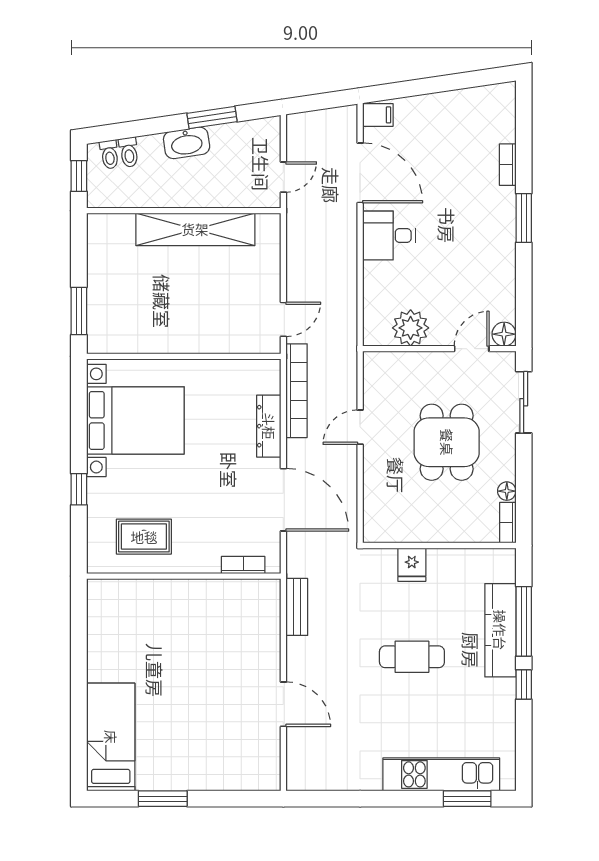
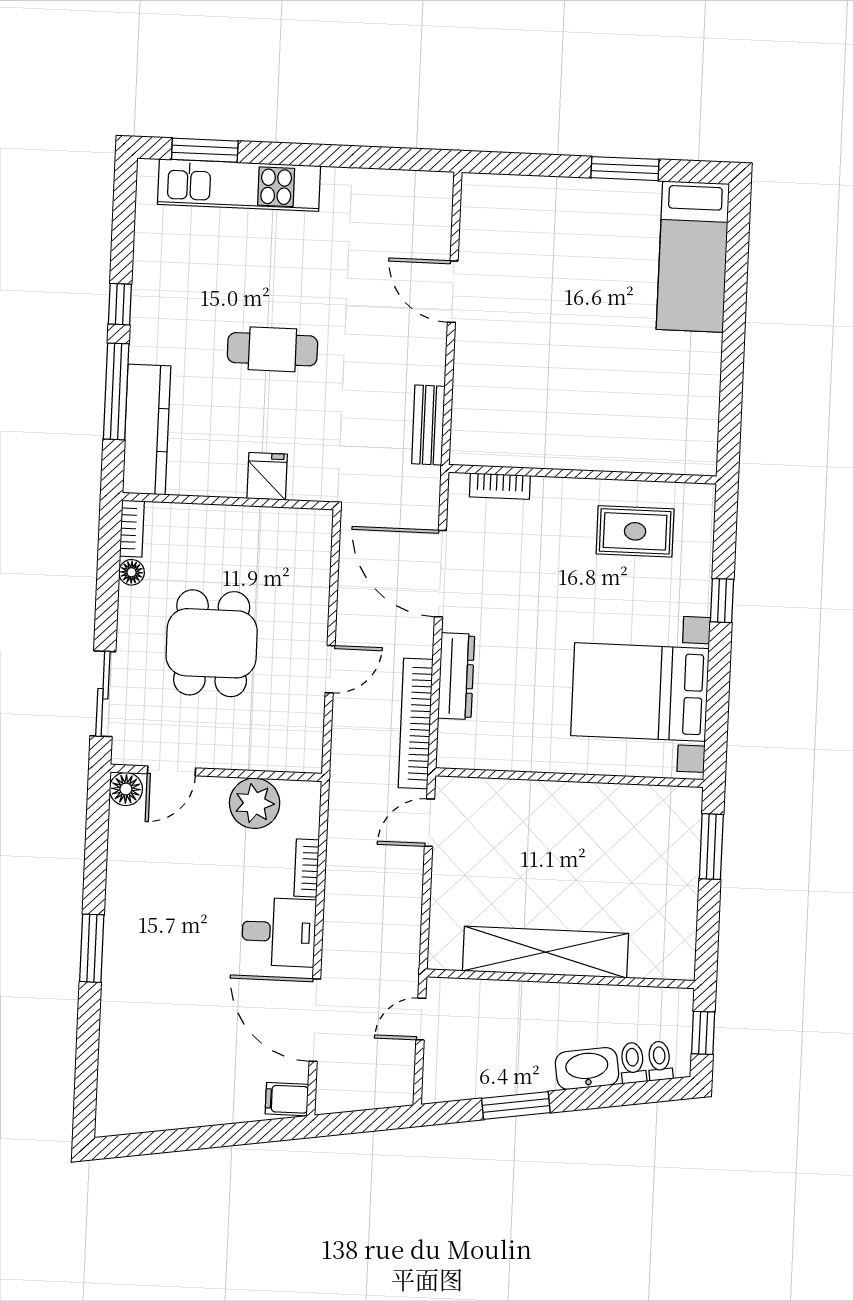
washbasin: (187, 143) -> (587, 1069), moved
bookcase: (508, 165) -> (306, 868), moved, turned 180
kitchen counter: (500, 630) -> (147, 429), moved

